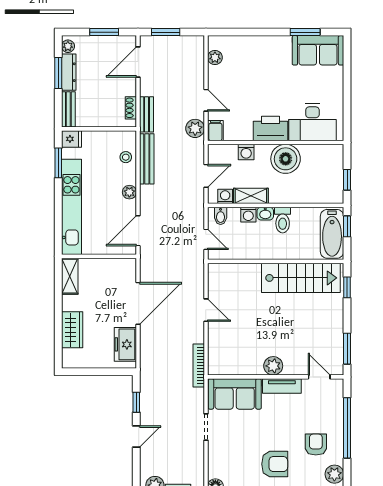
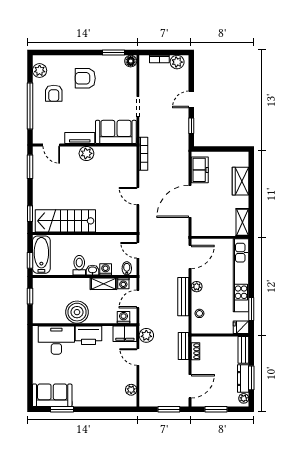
filing cabinet: (215, 131) -> (125, 334), width x2.00
washing machine: (246, 152) -> (124, 317), moved
bench: (147, 159) -> (183, 297), moved

